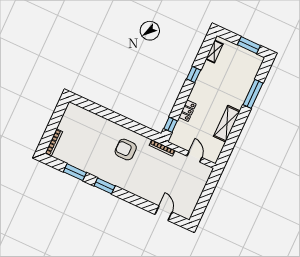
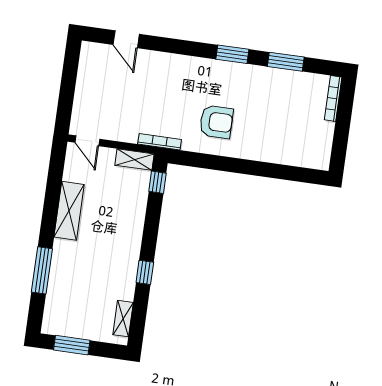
locker: (187, 111) -> (137, 212), removed
shelving: (180, 142) -> (134, 160), added
door: (194, 157) -> (87, 141), moved

